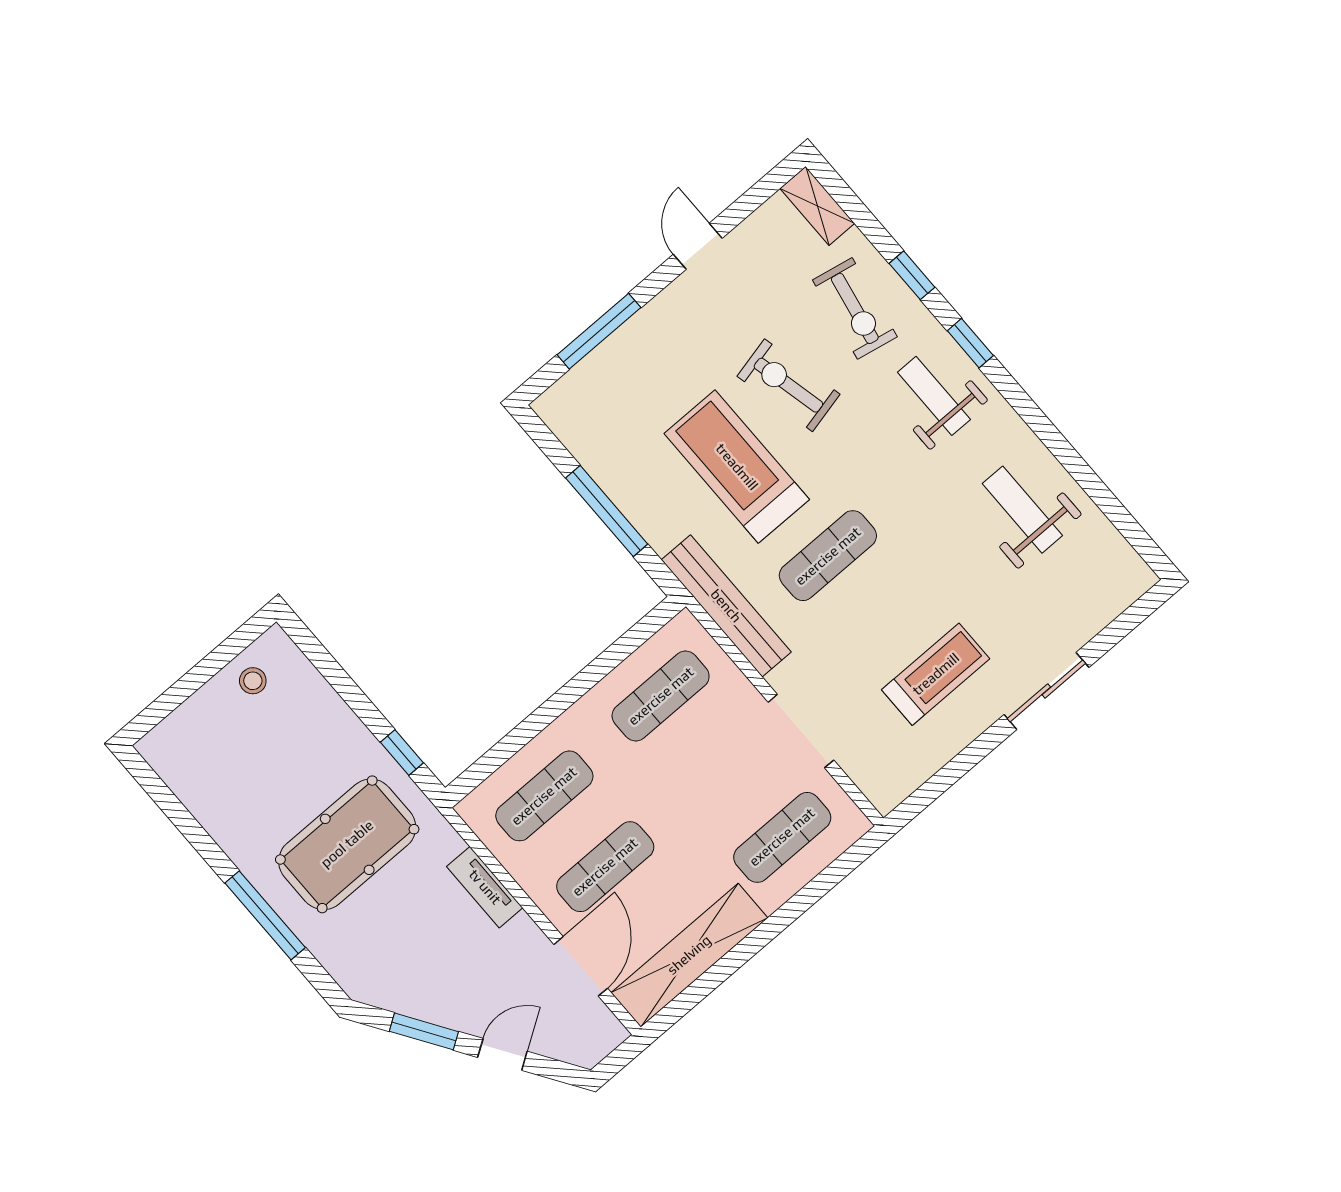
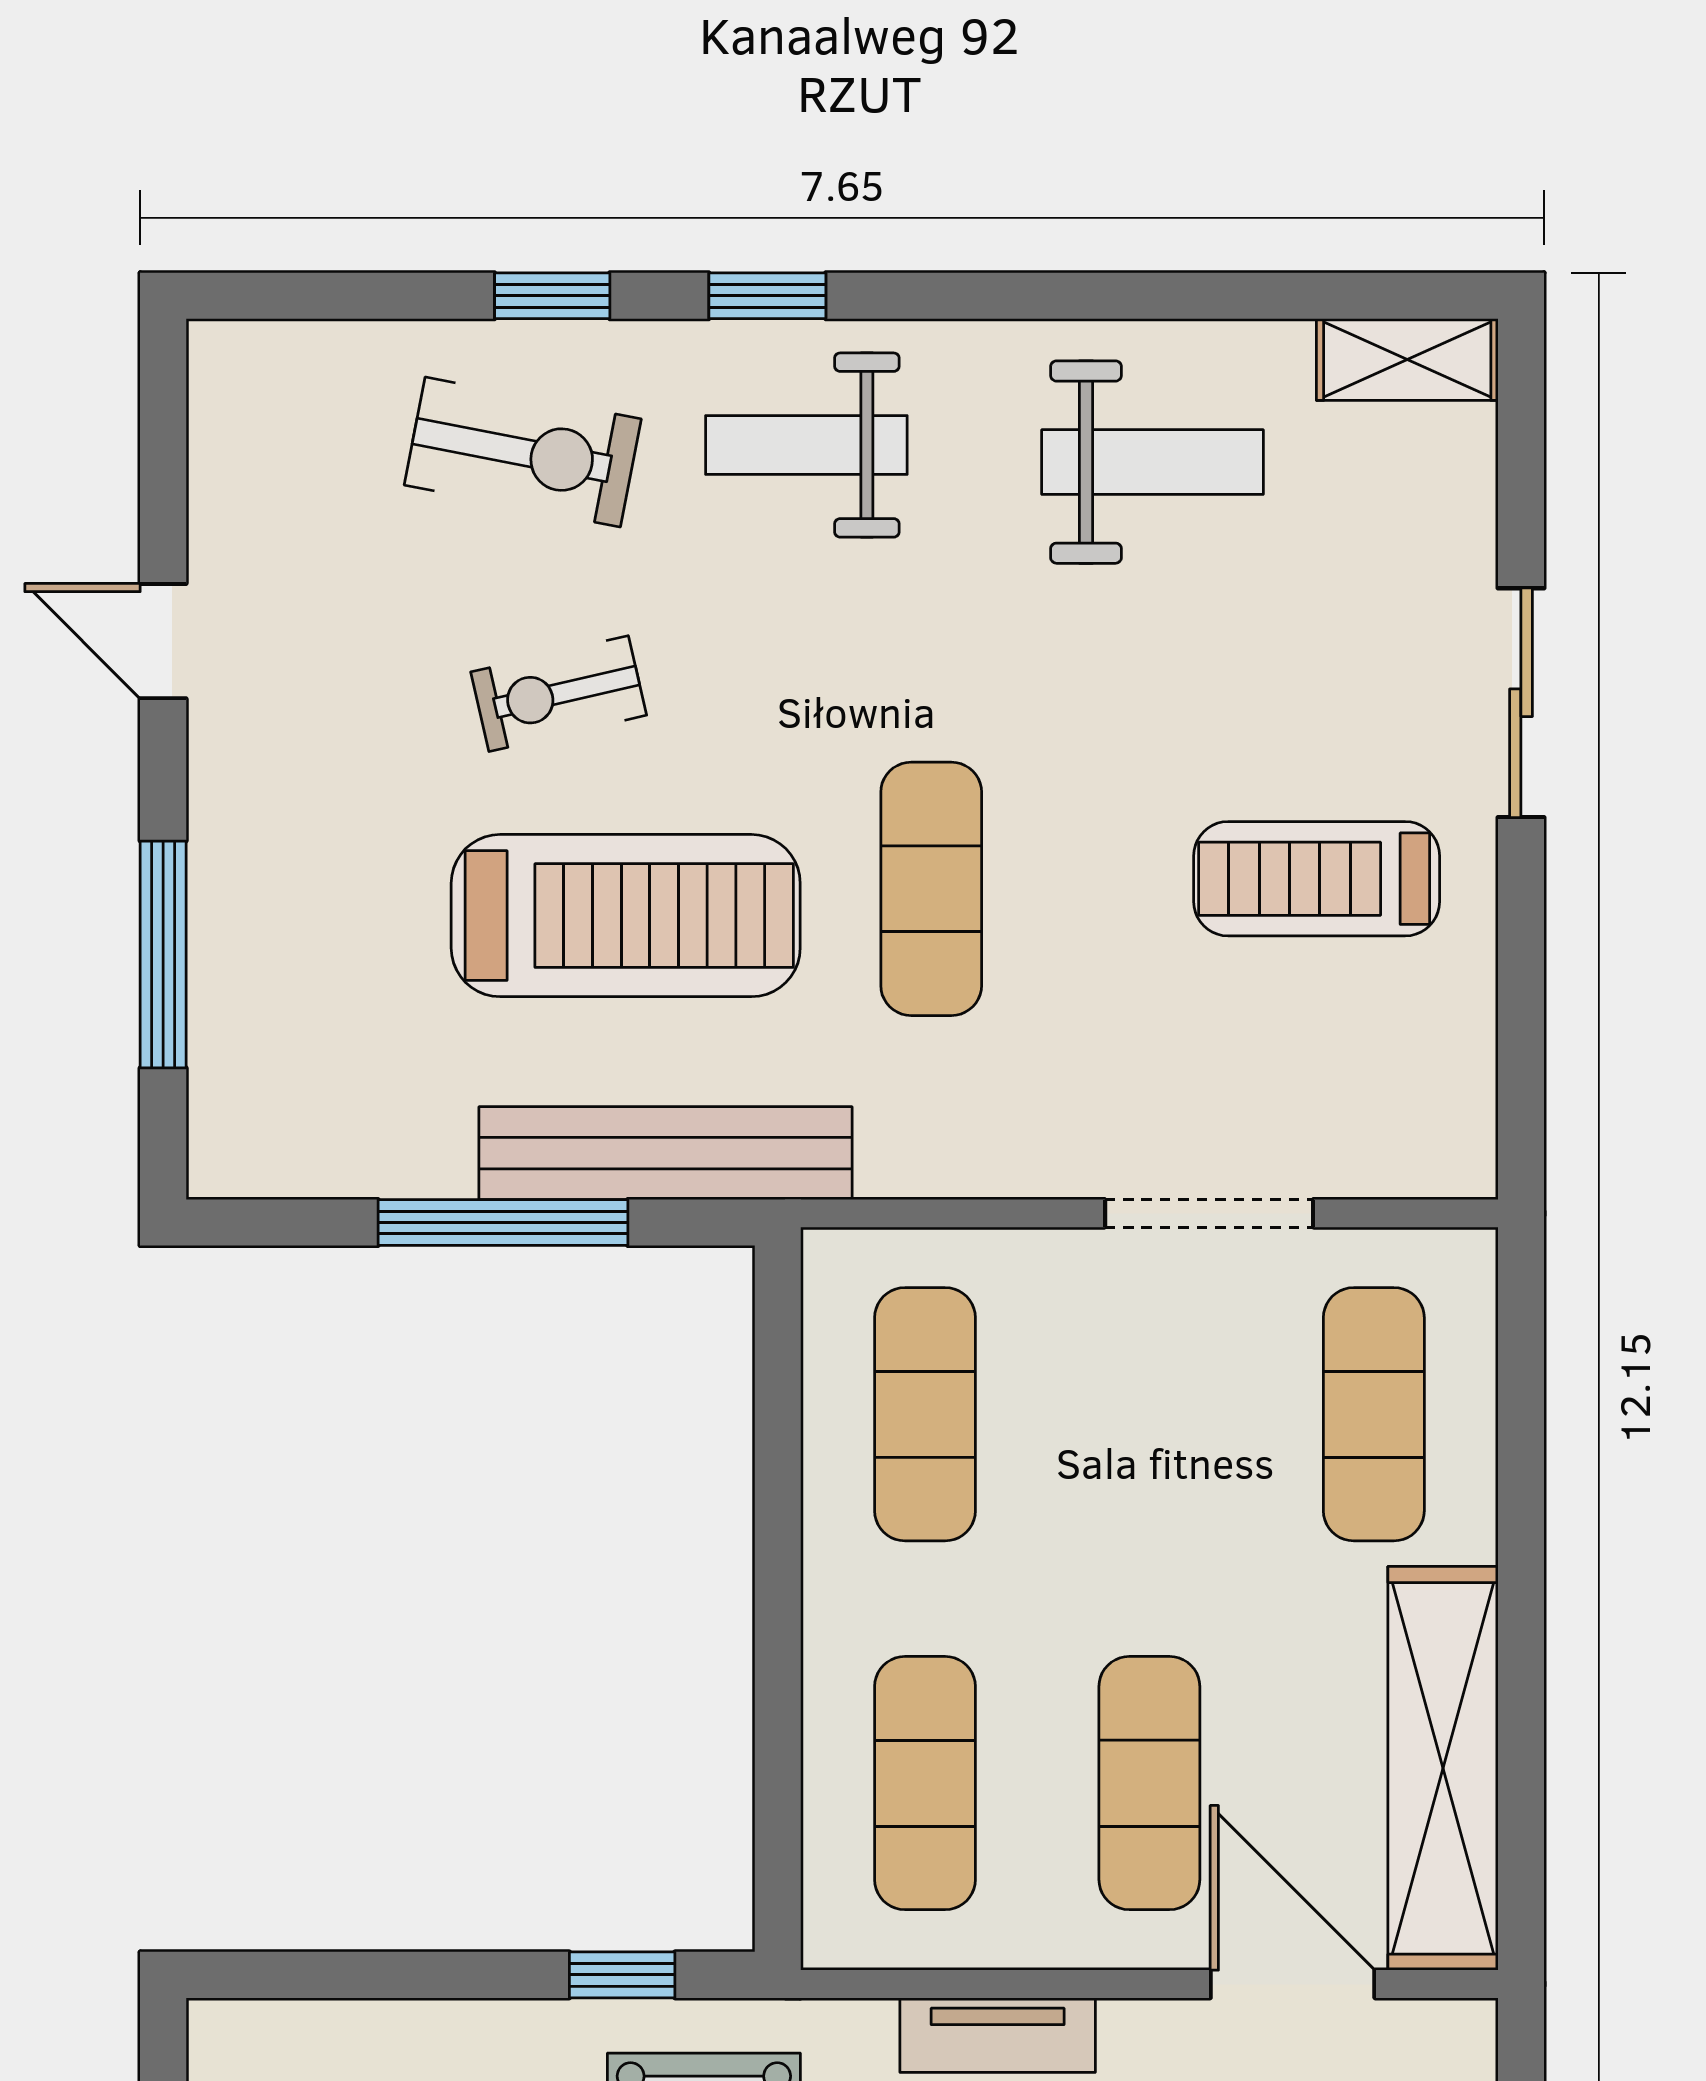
shelving: (817, 206) -> (1407, 360), moved
exercise bike: (788, 385) -> (559, 694), width x0.73, depth x0.72
treadmill: (737, 467) -> (626, 916), turned 180
weight bench: (1022, 510) -> (1152, 462), turned 180
bench: (726, 606) -> (666, 1153), moved
treadmill: (936, 674) -> (1317, 879), turned -90

